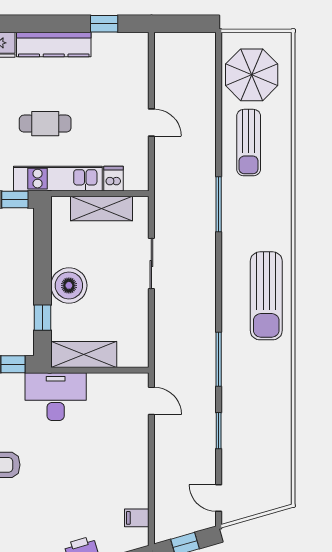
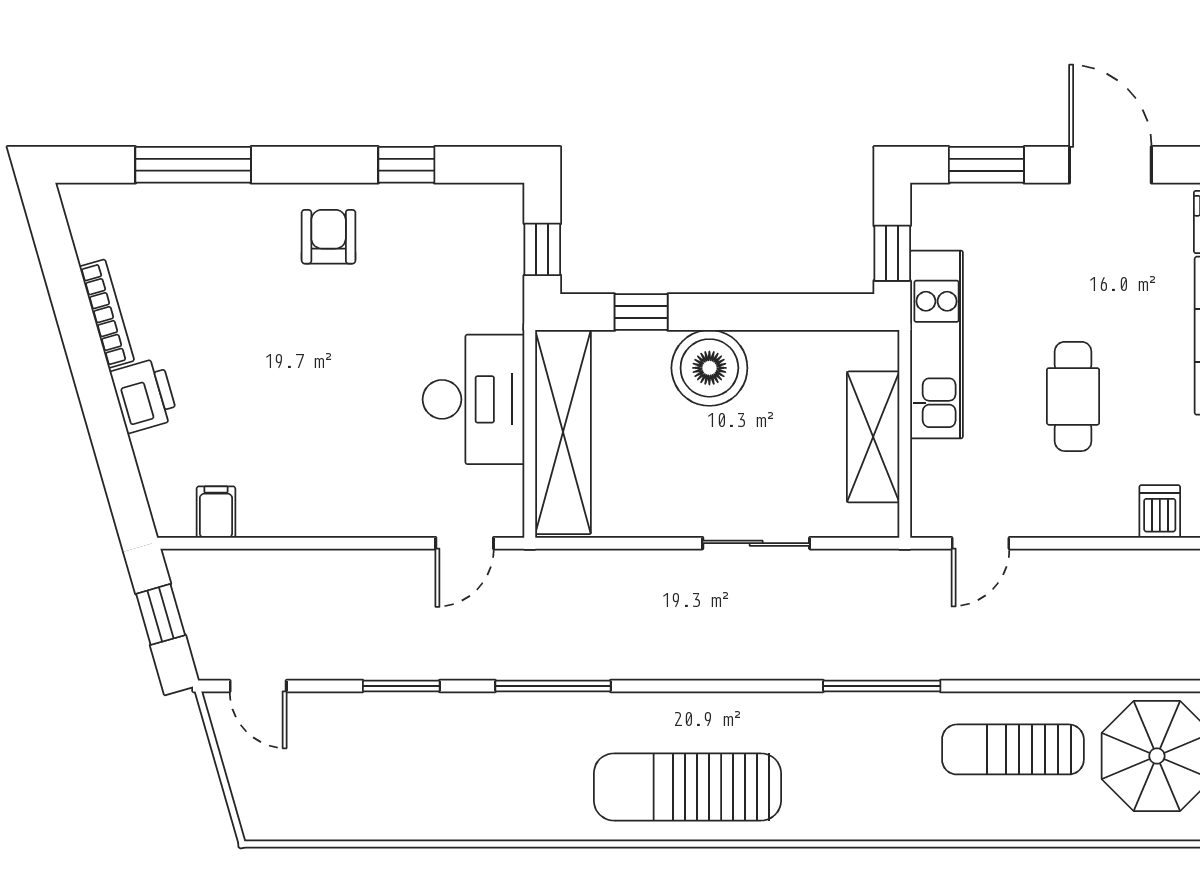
door: (151, 123) -> (981, 543), moved
cafe table: (45, 124) -> (1073, 396), moved
dishwasher: (113, 179) -> (1160, 511), moved, turned -90
shelving: (84, 354) -> (563, 432), width x1.47
desk: (56, 397) -> (474, 399), moved
door: (219, 498) -> (258, 686), swing flipped

